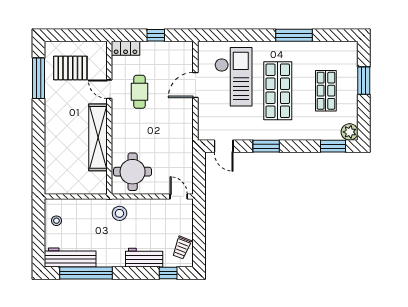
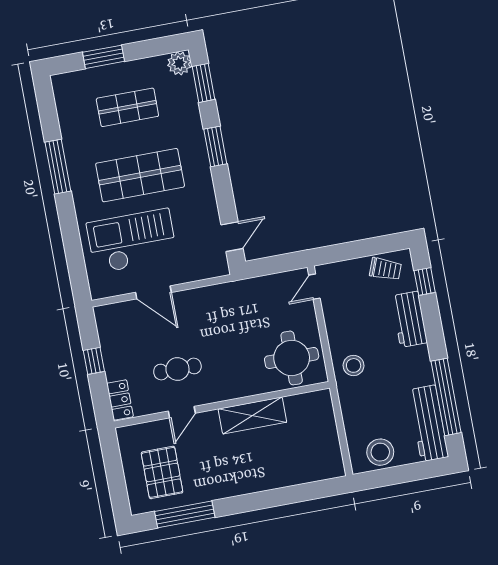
shelving: (98, 137) -> (252, 415), width x0.68
window: (266, 146) -> (215, 146), moved
stool: (56, 221) -> (380, 452), width x1.89, depth x1.89

